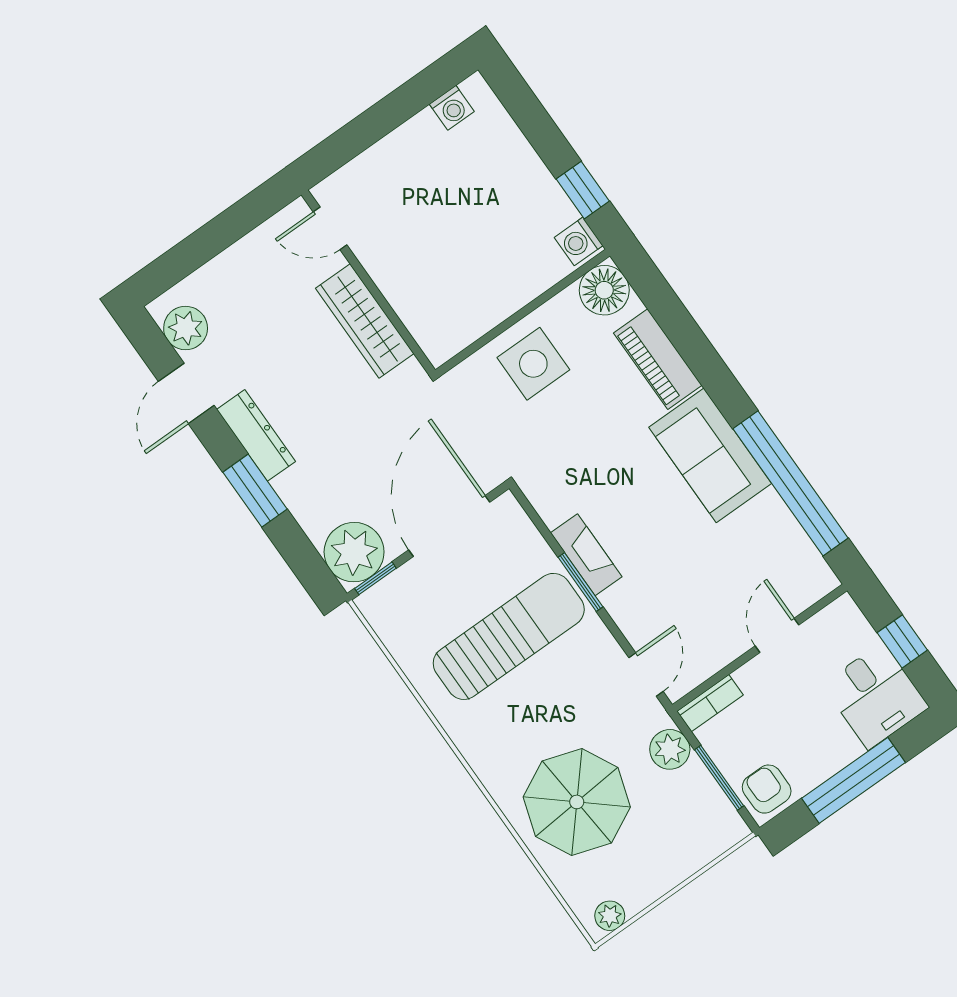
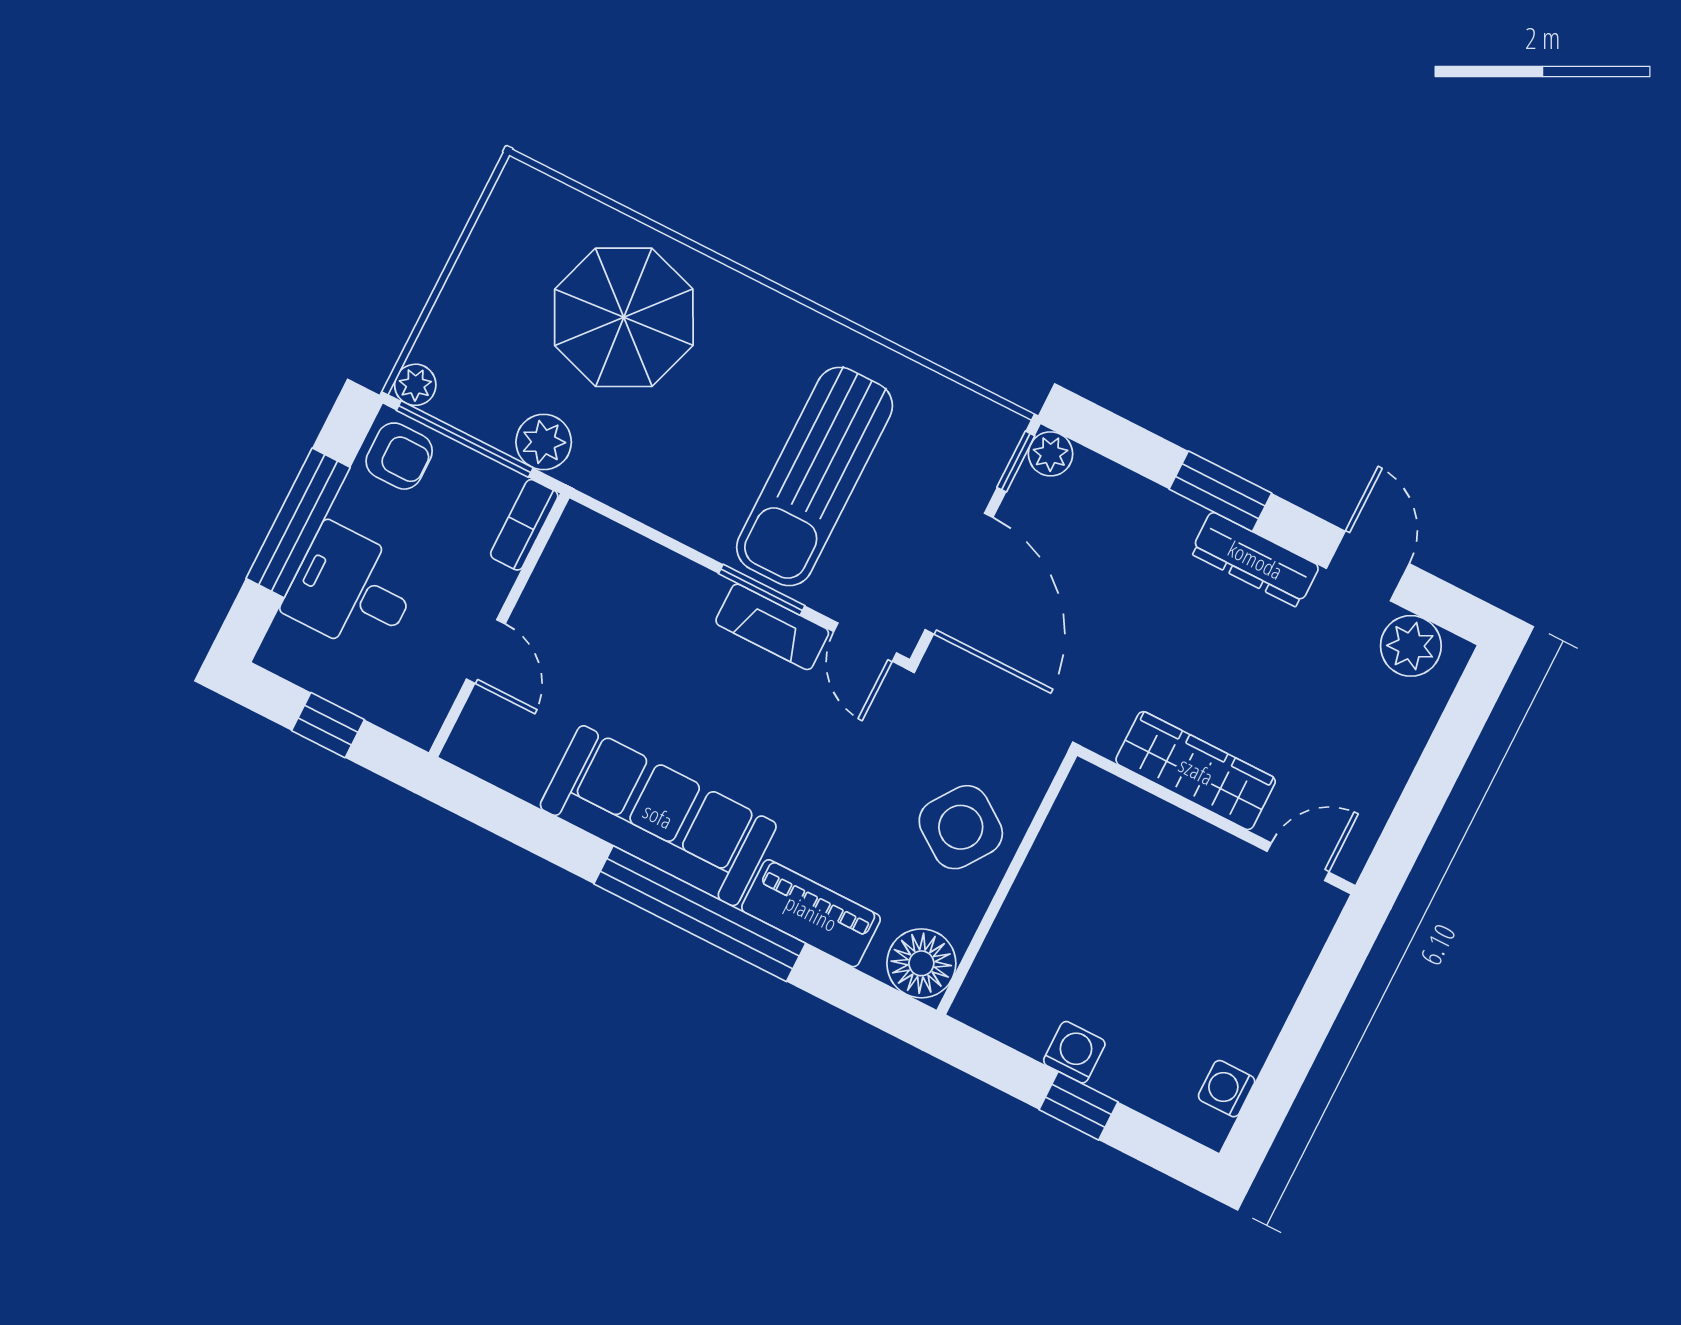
window: (583, 190) -> (1078, 1106), moved
washing machine: (579, 241) -> (1074, 1052), moved
side table: (533, 364) -> (961, 827), turned 35
sofa: (710, 455) -> (658, 816), width x1.36
window: (790, 483) -> (700, 914), moved
plant: (354, 552) -> (1051, 454), width x0.53, depth x0.53
door: (646, 675) -> (865, 642), moved
desk: (875, 696) -> (352, 590), moved
window: (719, 778) -> (465, 439), width x1.44
plant: (610, 916) -> (415, 385), moved

